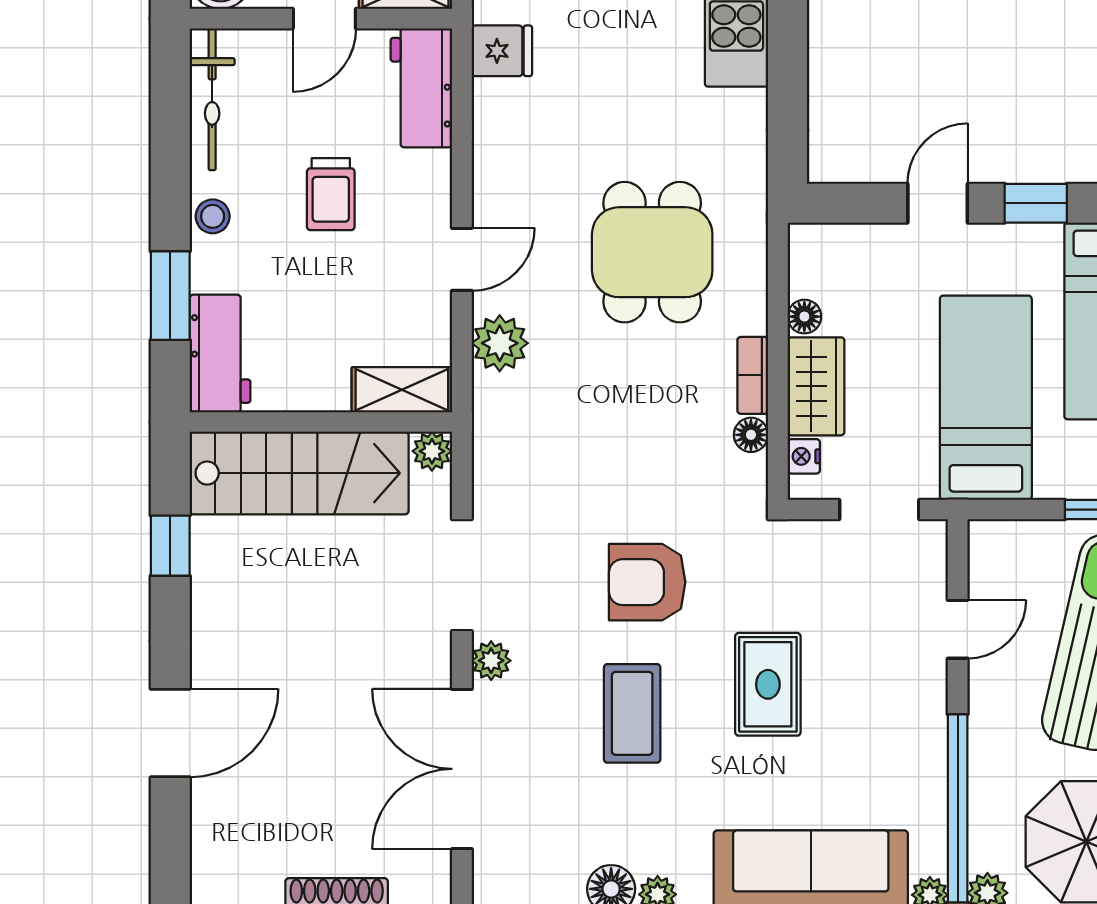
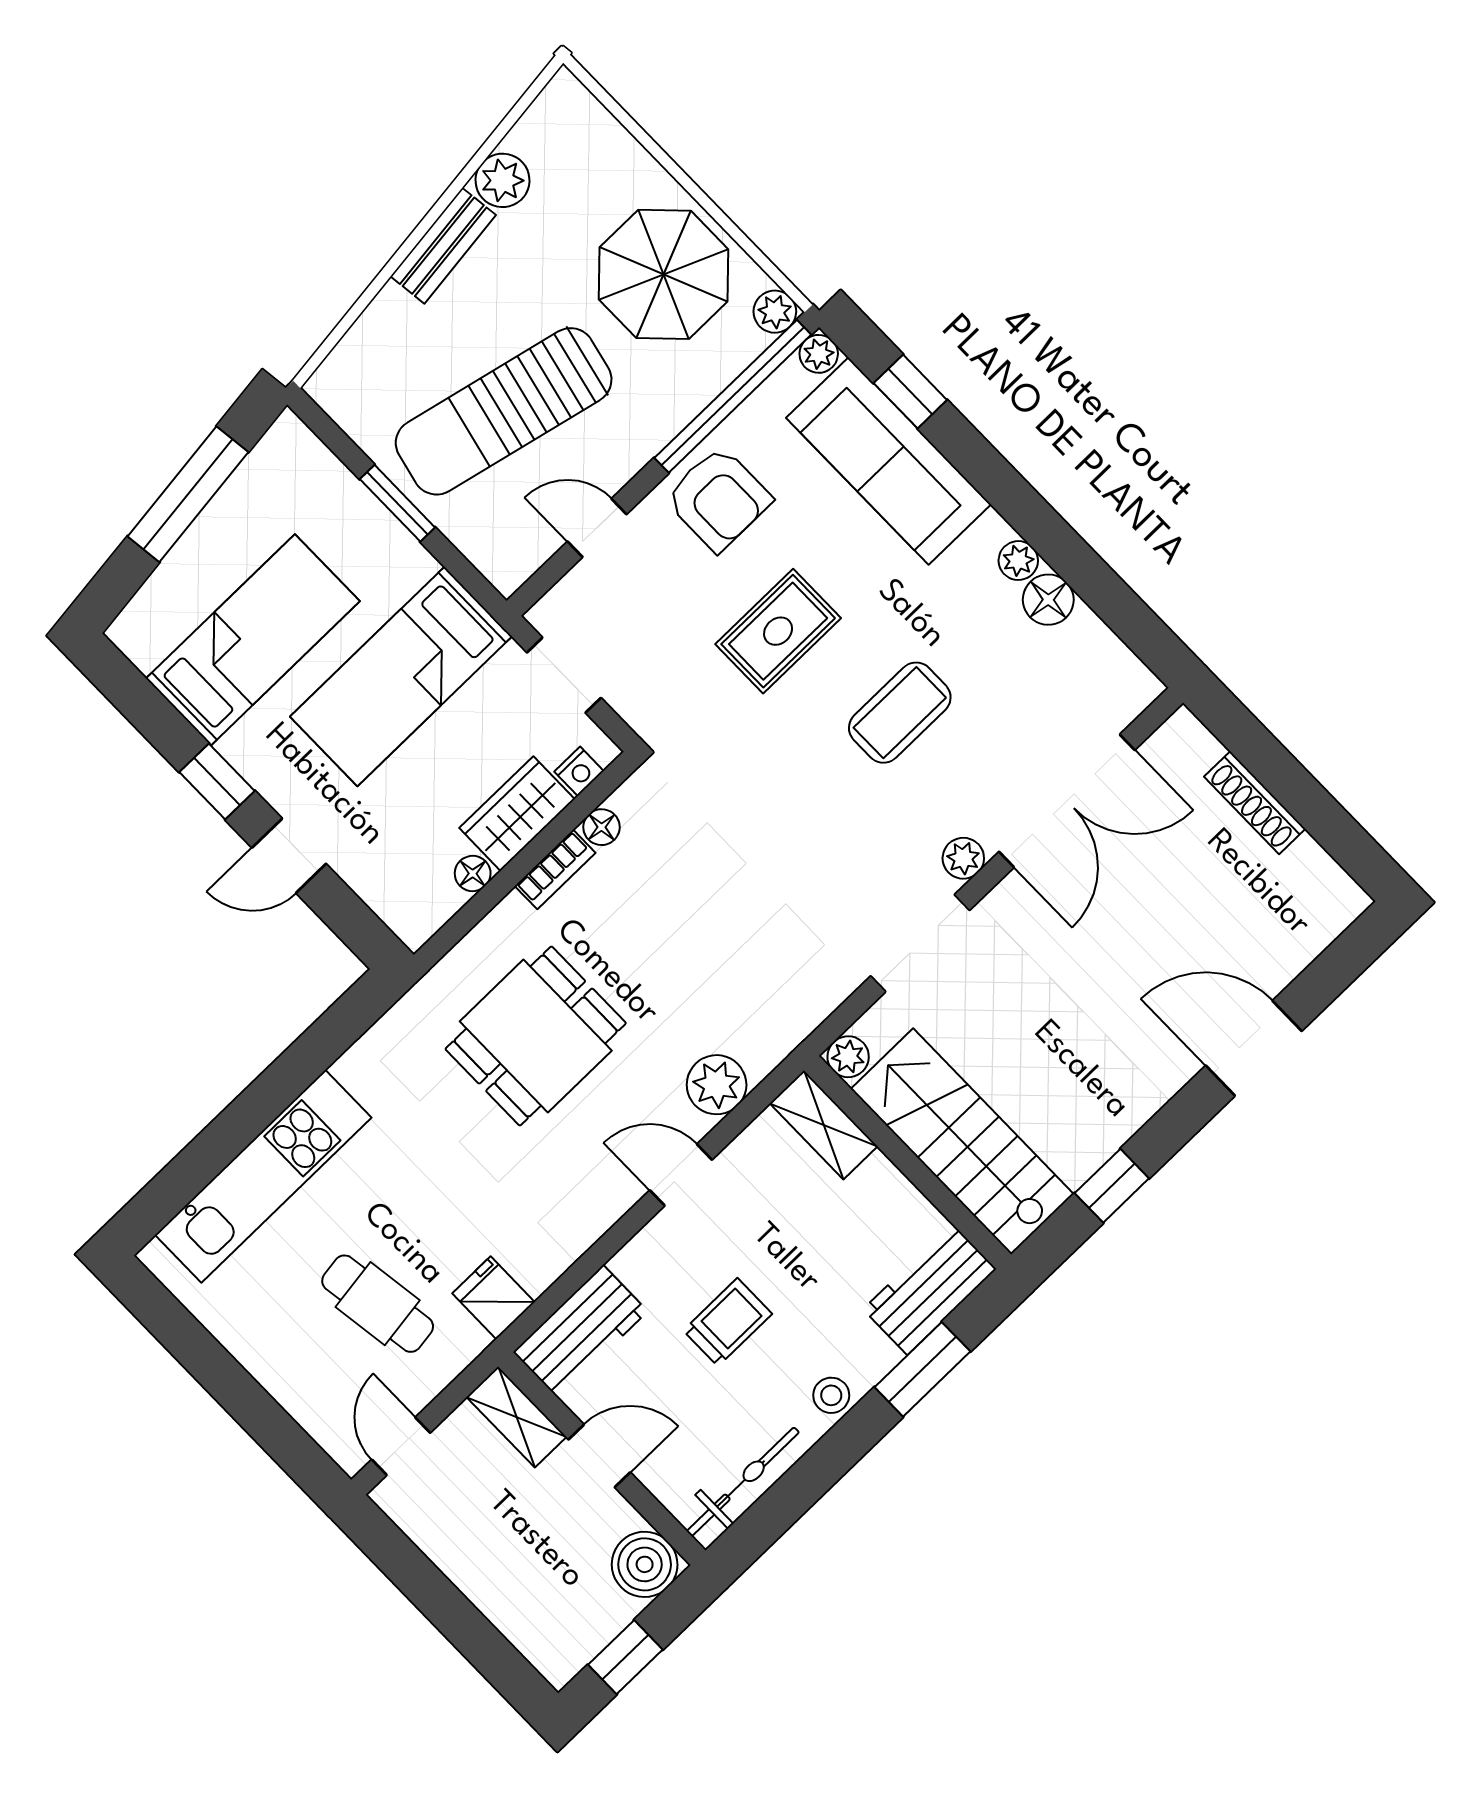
armchair: (647, 582) -> (718, 499), moved

